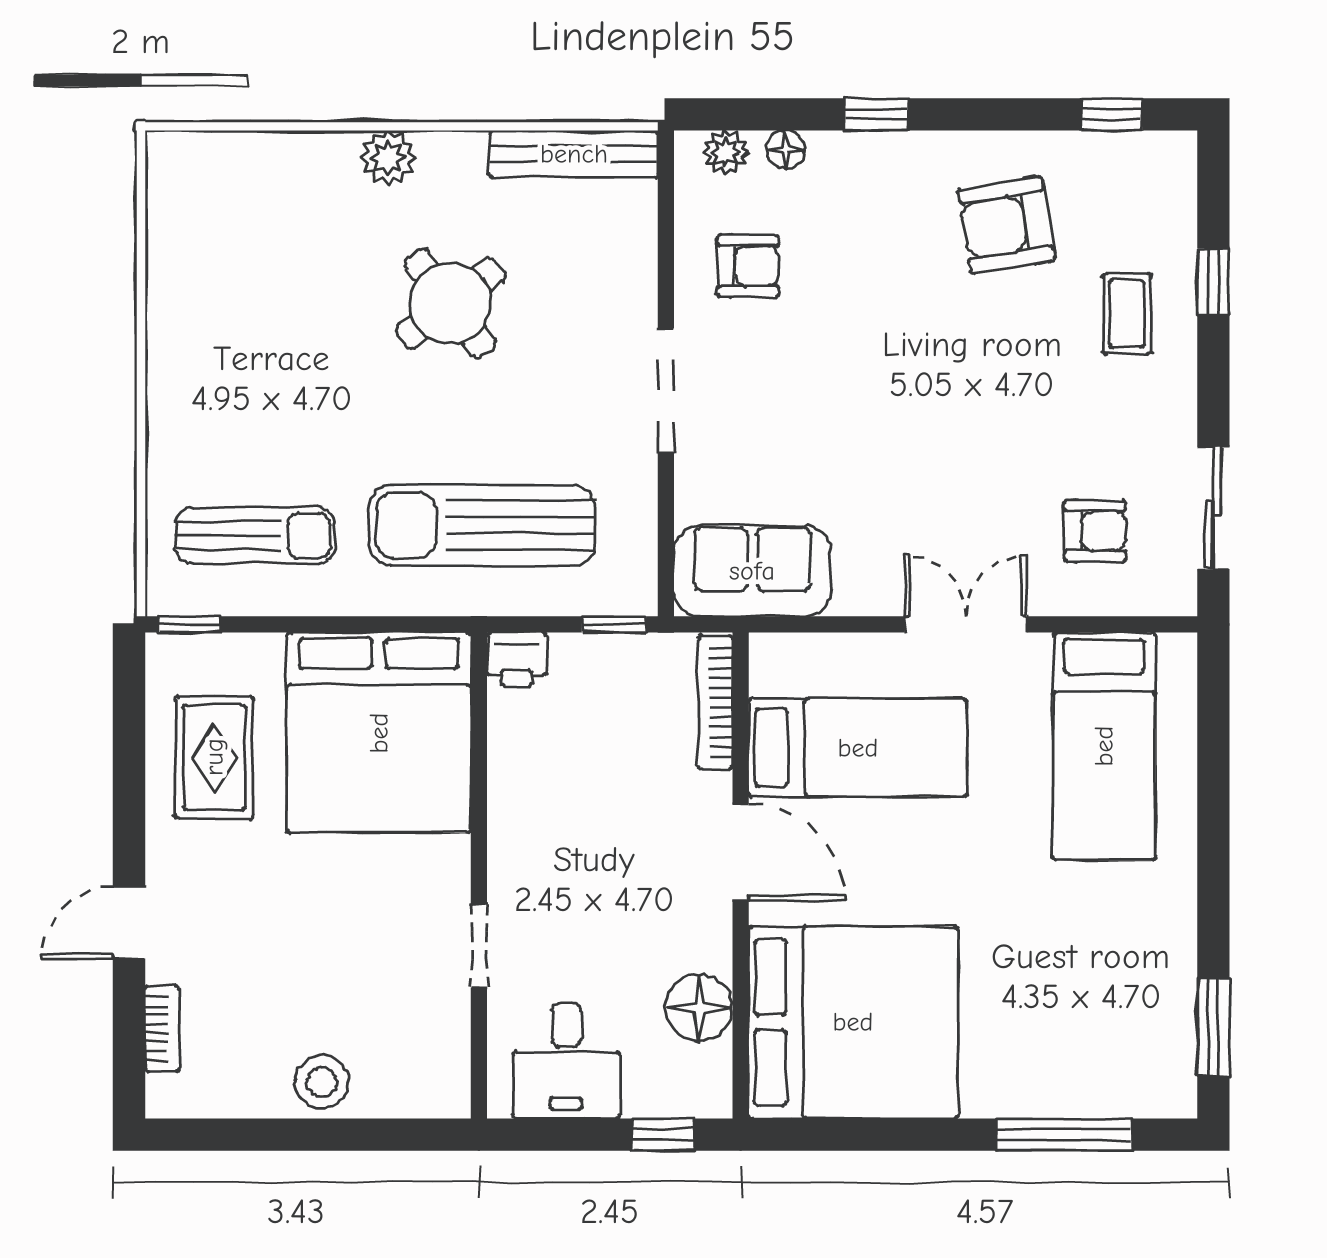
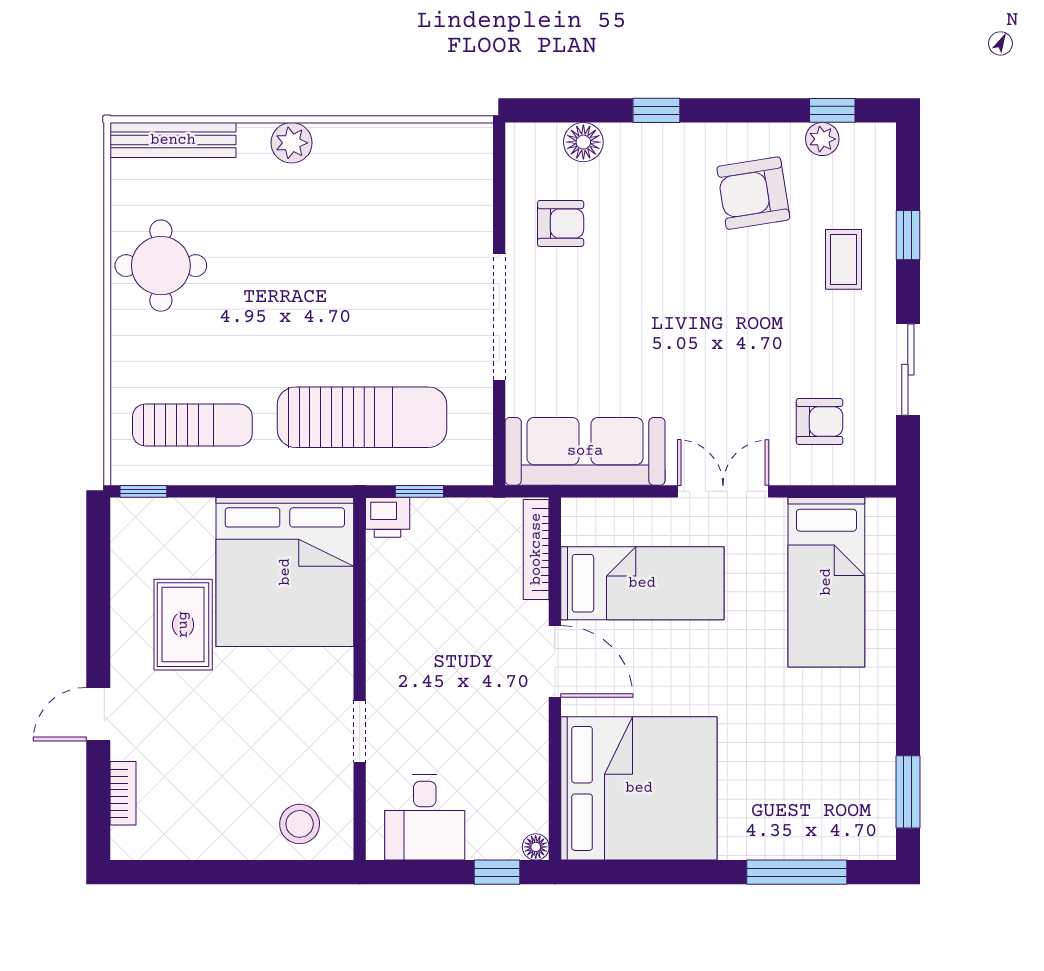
floor lamp: (786, 150) -> (583, 142), width x1.37, depth x1.37
plant: (725, 153) -> (822, 139), moved
bench: (574, 154) -> (173, 140), moved
round table: (450, 303) -> (161, 266), moved, turned 37
doorway: (666, 391) -> (499, 317), width x1.36
sliding door: (1213, 508) -> (908, 370), moved
sun lounger: (482, 525) -> (362, 417), turned 180
sofa: (752, 571) -> (585, 451), width x1.36
window: (614, 624) -> (419, 491), moved
rug: (214, 757) -> (183, 625), moved
floor lamp: (699, 1008) -> (536, 847), moved, width x0.53, depth x0.53
stool: (322, 1082) -> (300, 824), moved

